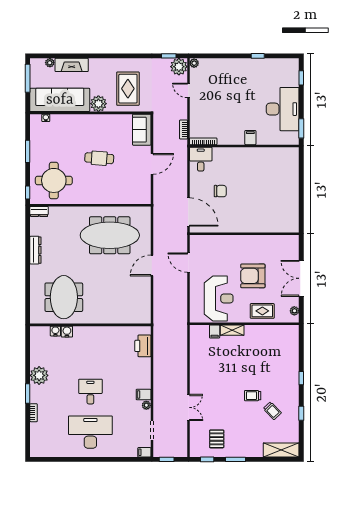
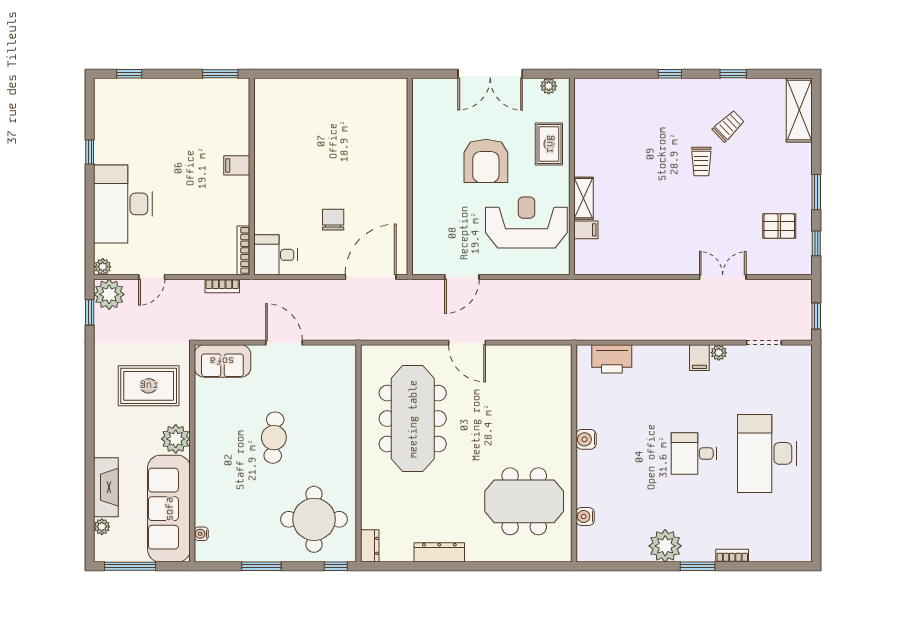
desk: (283, 109) -> (123, 204), moved, turned -90
water cooler: (67, 332) -> (586, 439), moved
filing cabinet: (144, 452) -> (803, 356), removed

